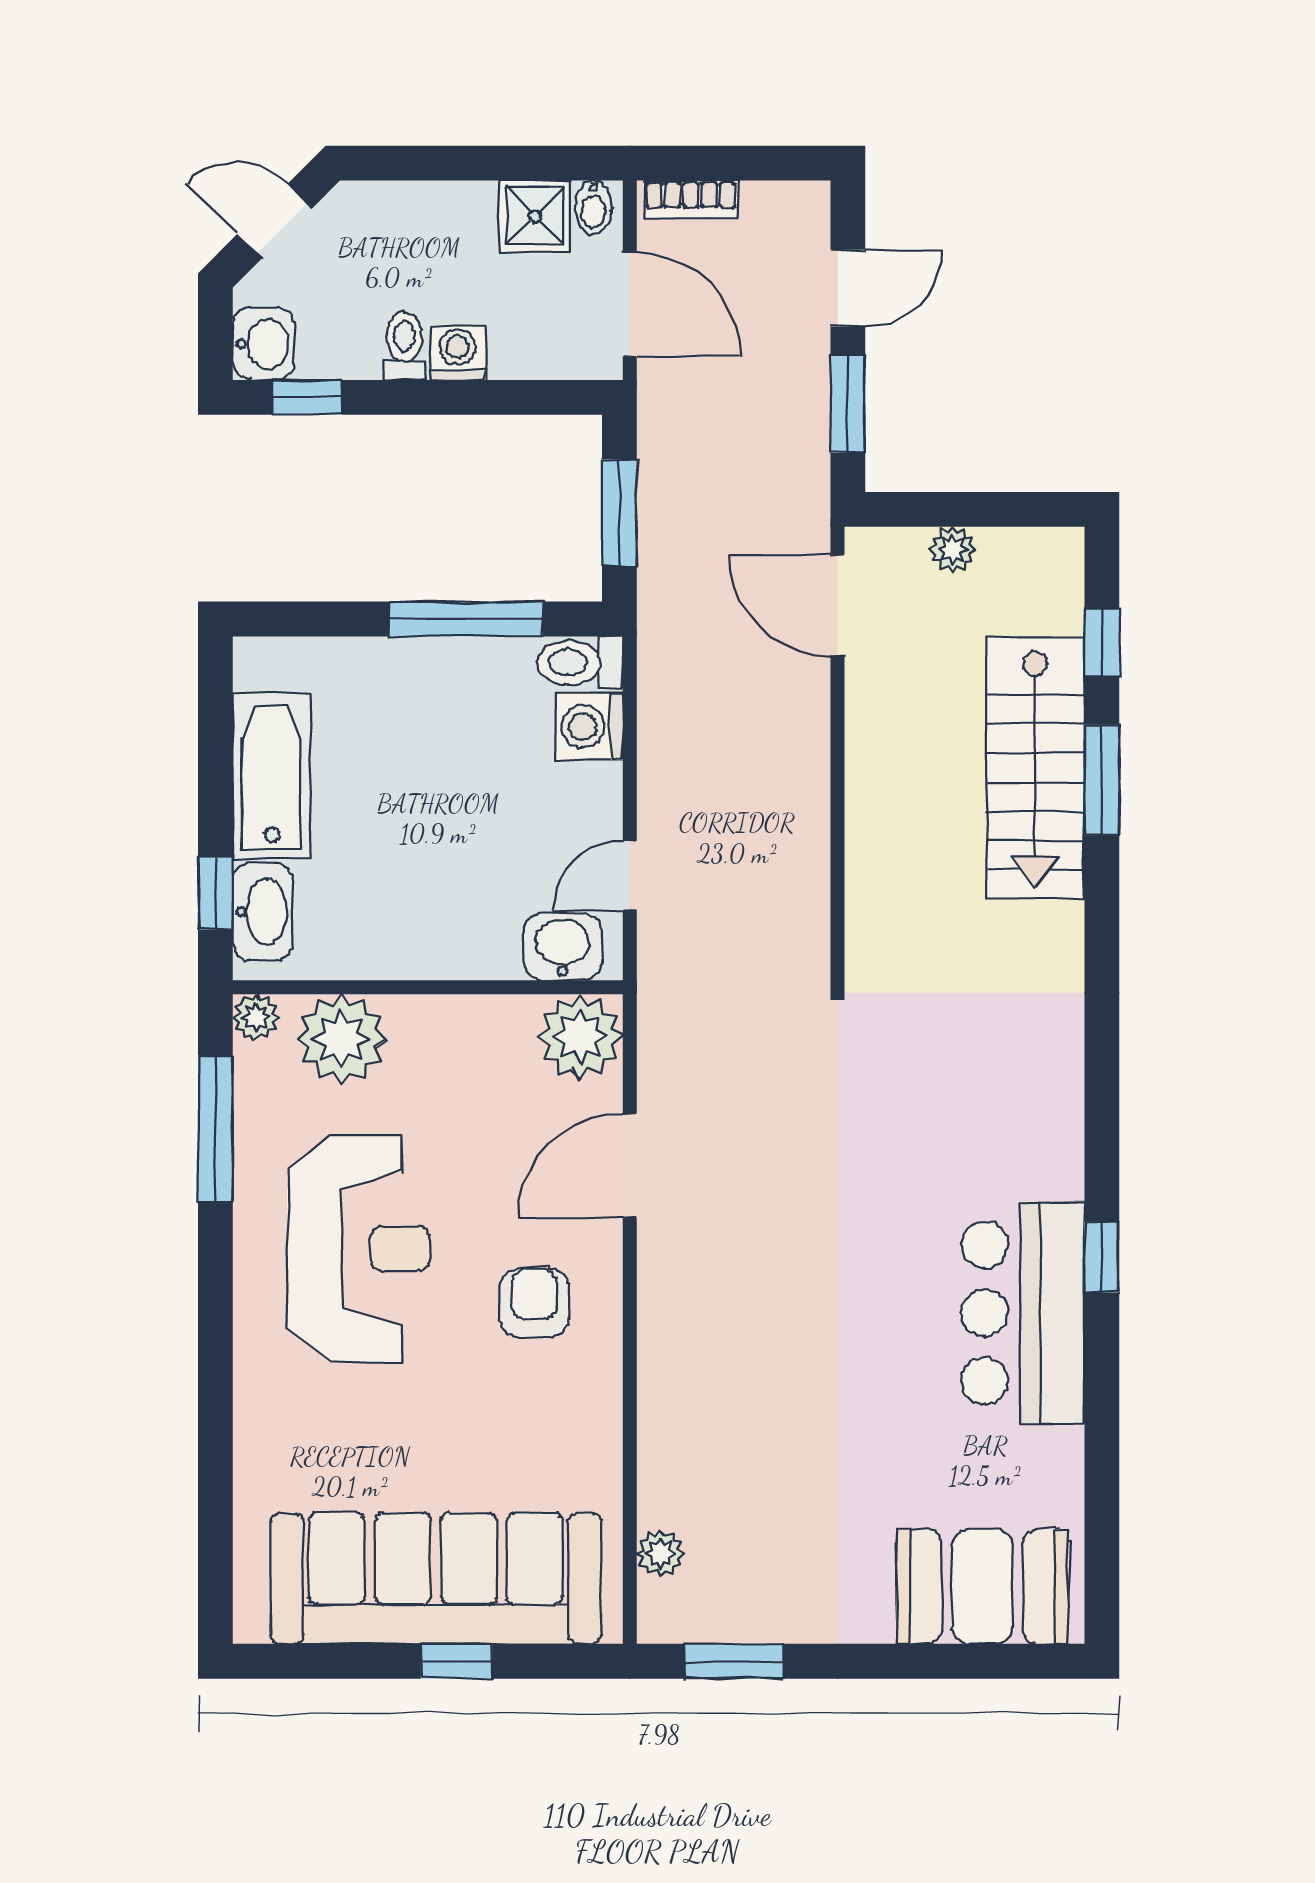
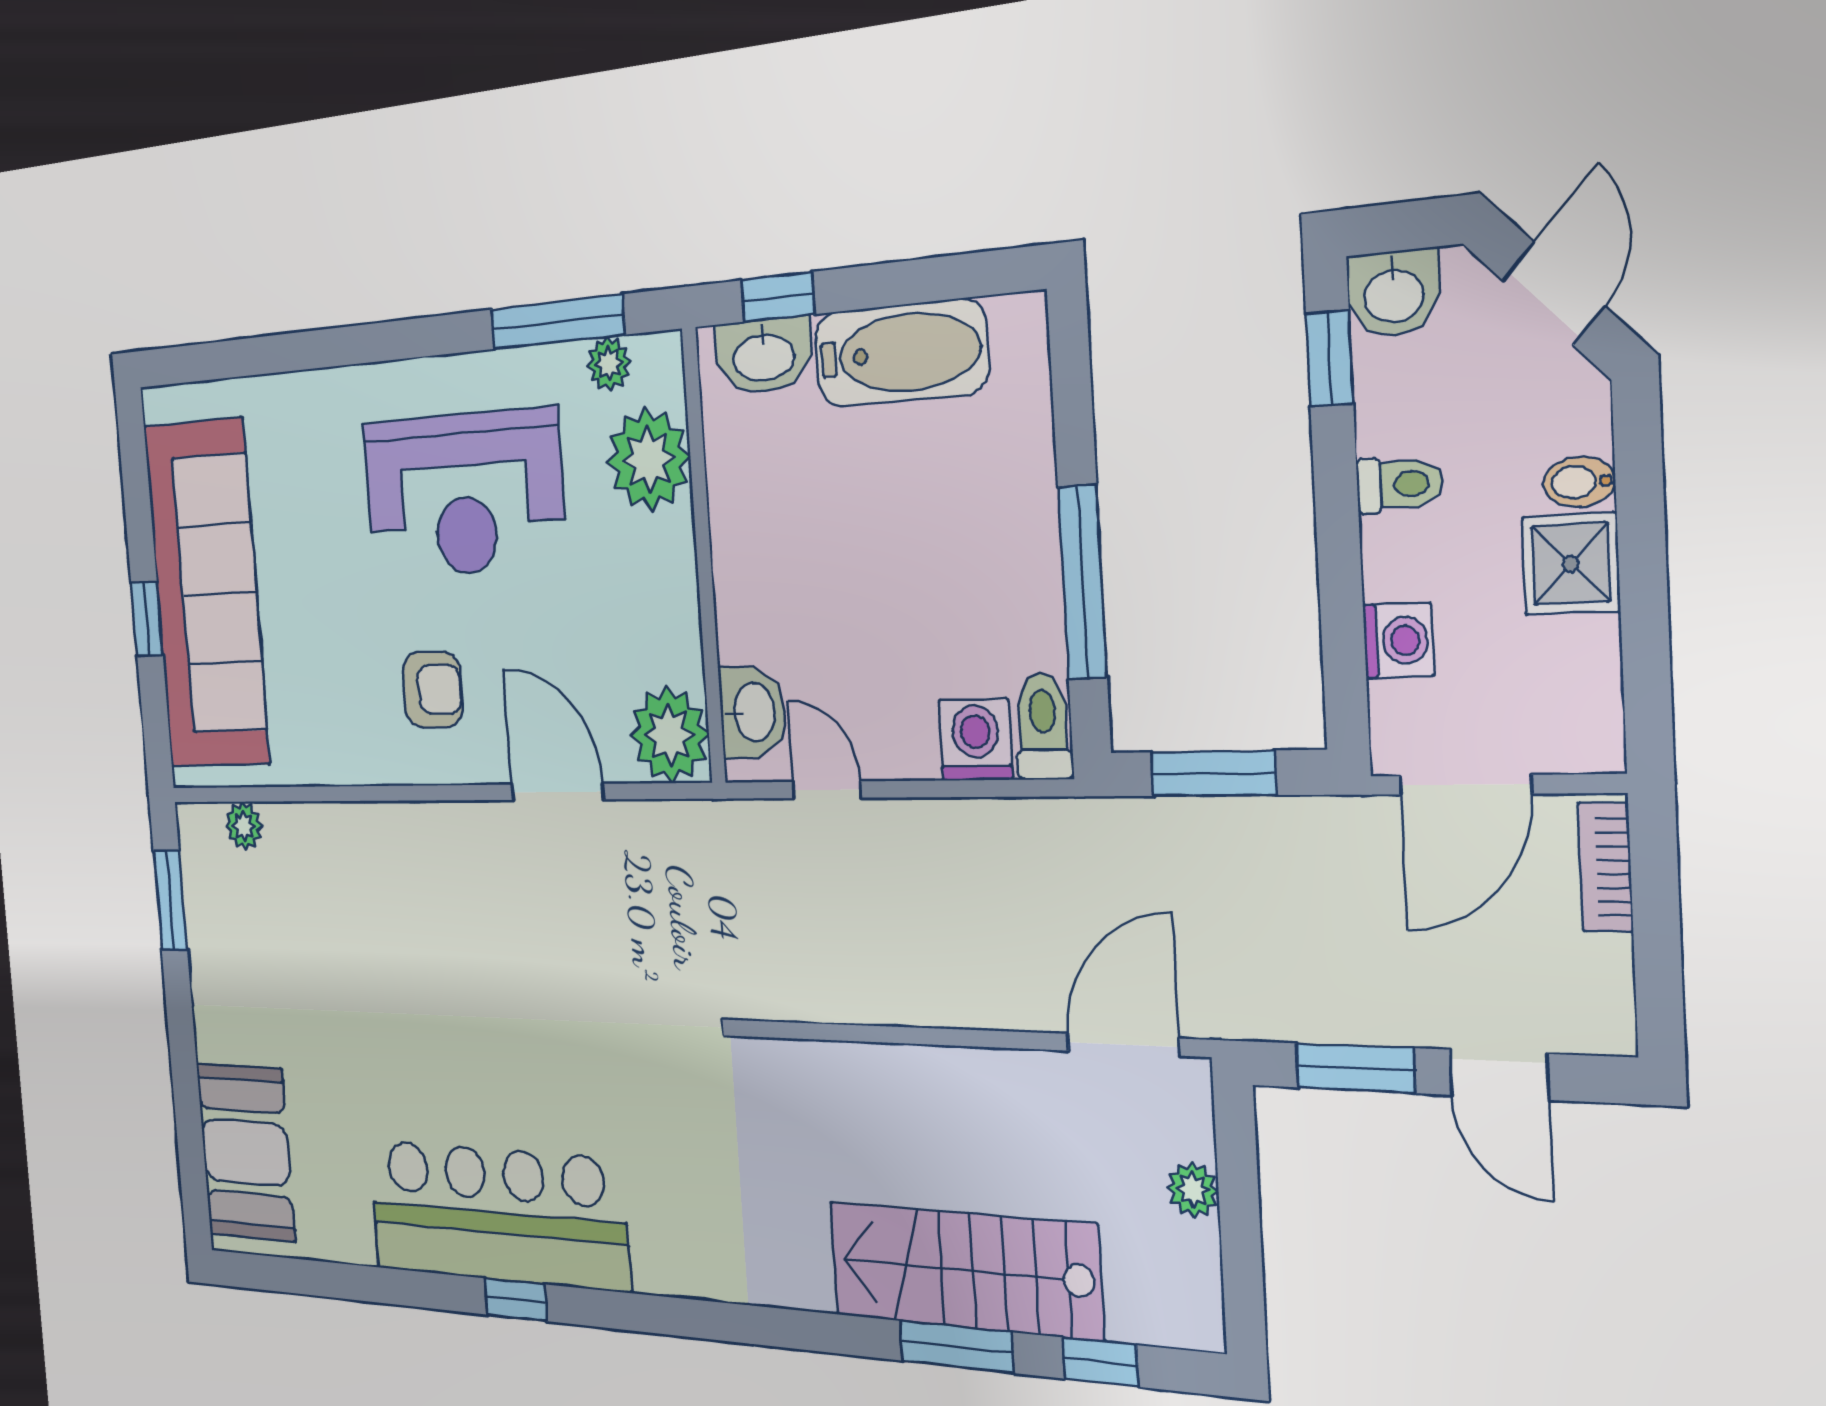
bidet: (593, 207) -> (1579, 482), moved
shower: (535, 216) -> (1571, 564), moved
washing machine: (458, 352) -> (1398, 641), moved
plant: (256, 1017) -> (609, 364), moved
bar counter: (1023, 1313) -> (497, 1215), width x1.36

